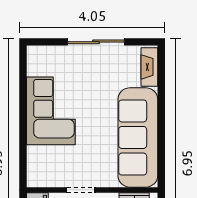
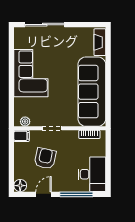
sliding door: (96, 42) -> (45, 25), moved
plant: (42, 180) -> (25, 122), added

